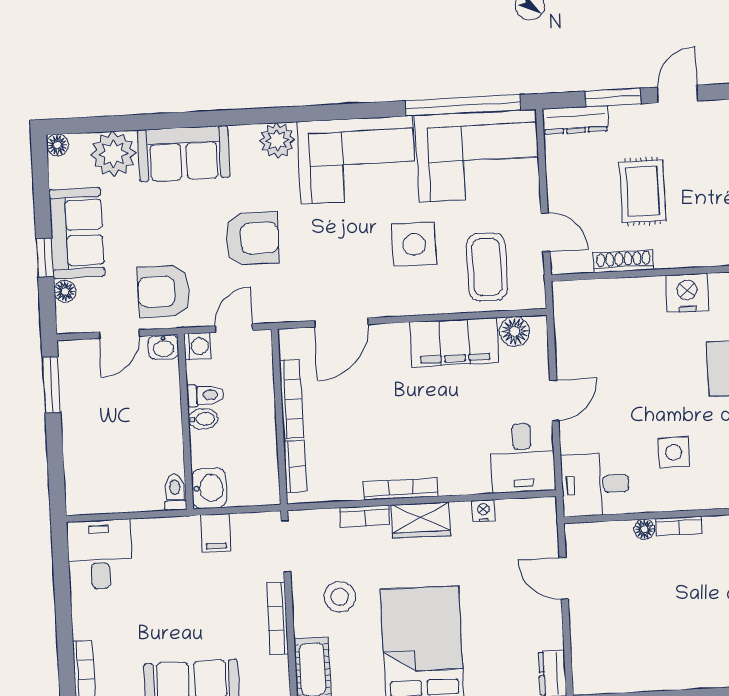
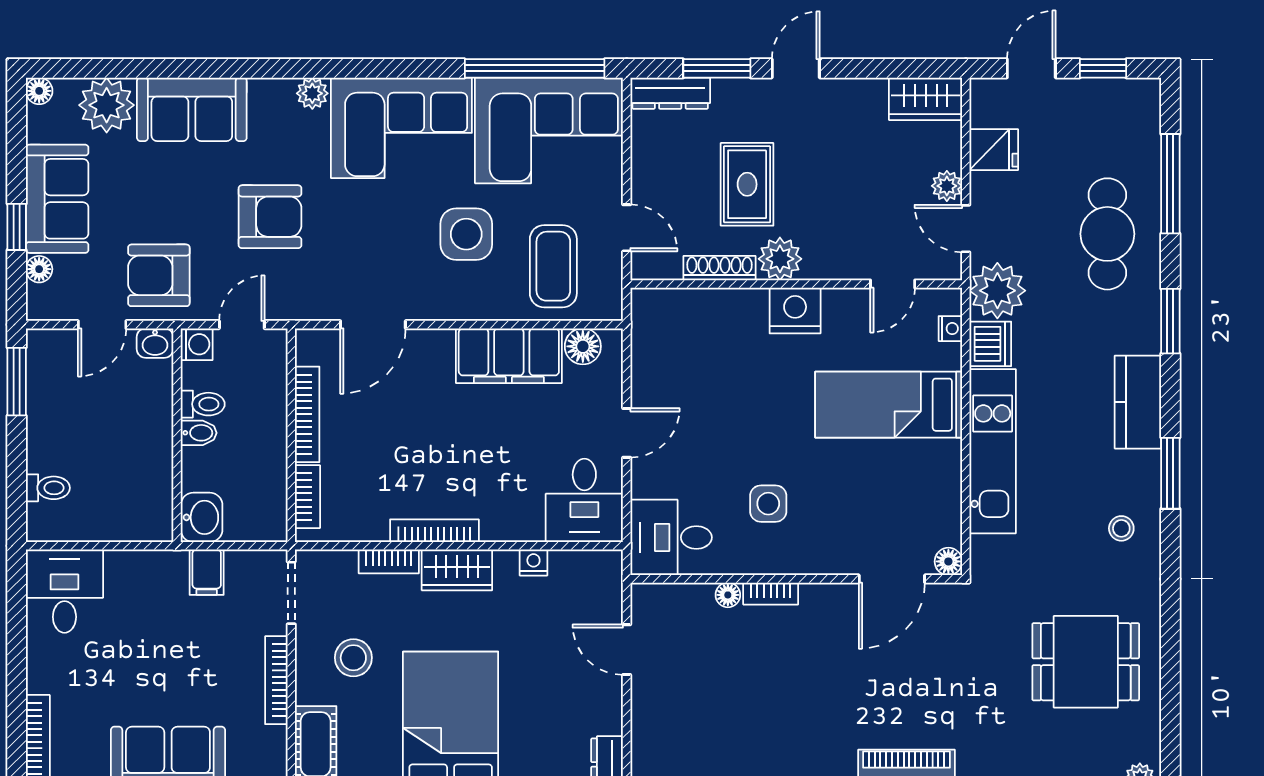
plant: (277, 140) -> (312, 93), width x0.73, depth x0.73
plant: (673, 251) -> (780, 259), added
toilet: (175, 492) -> (48, 488), moved, turned 90

